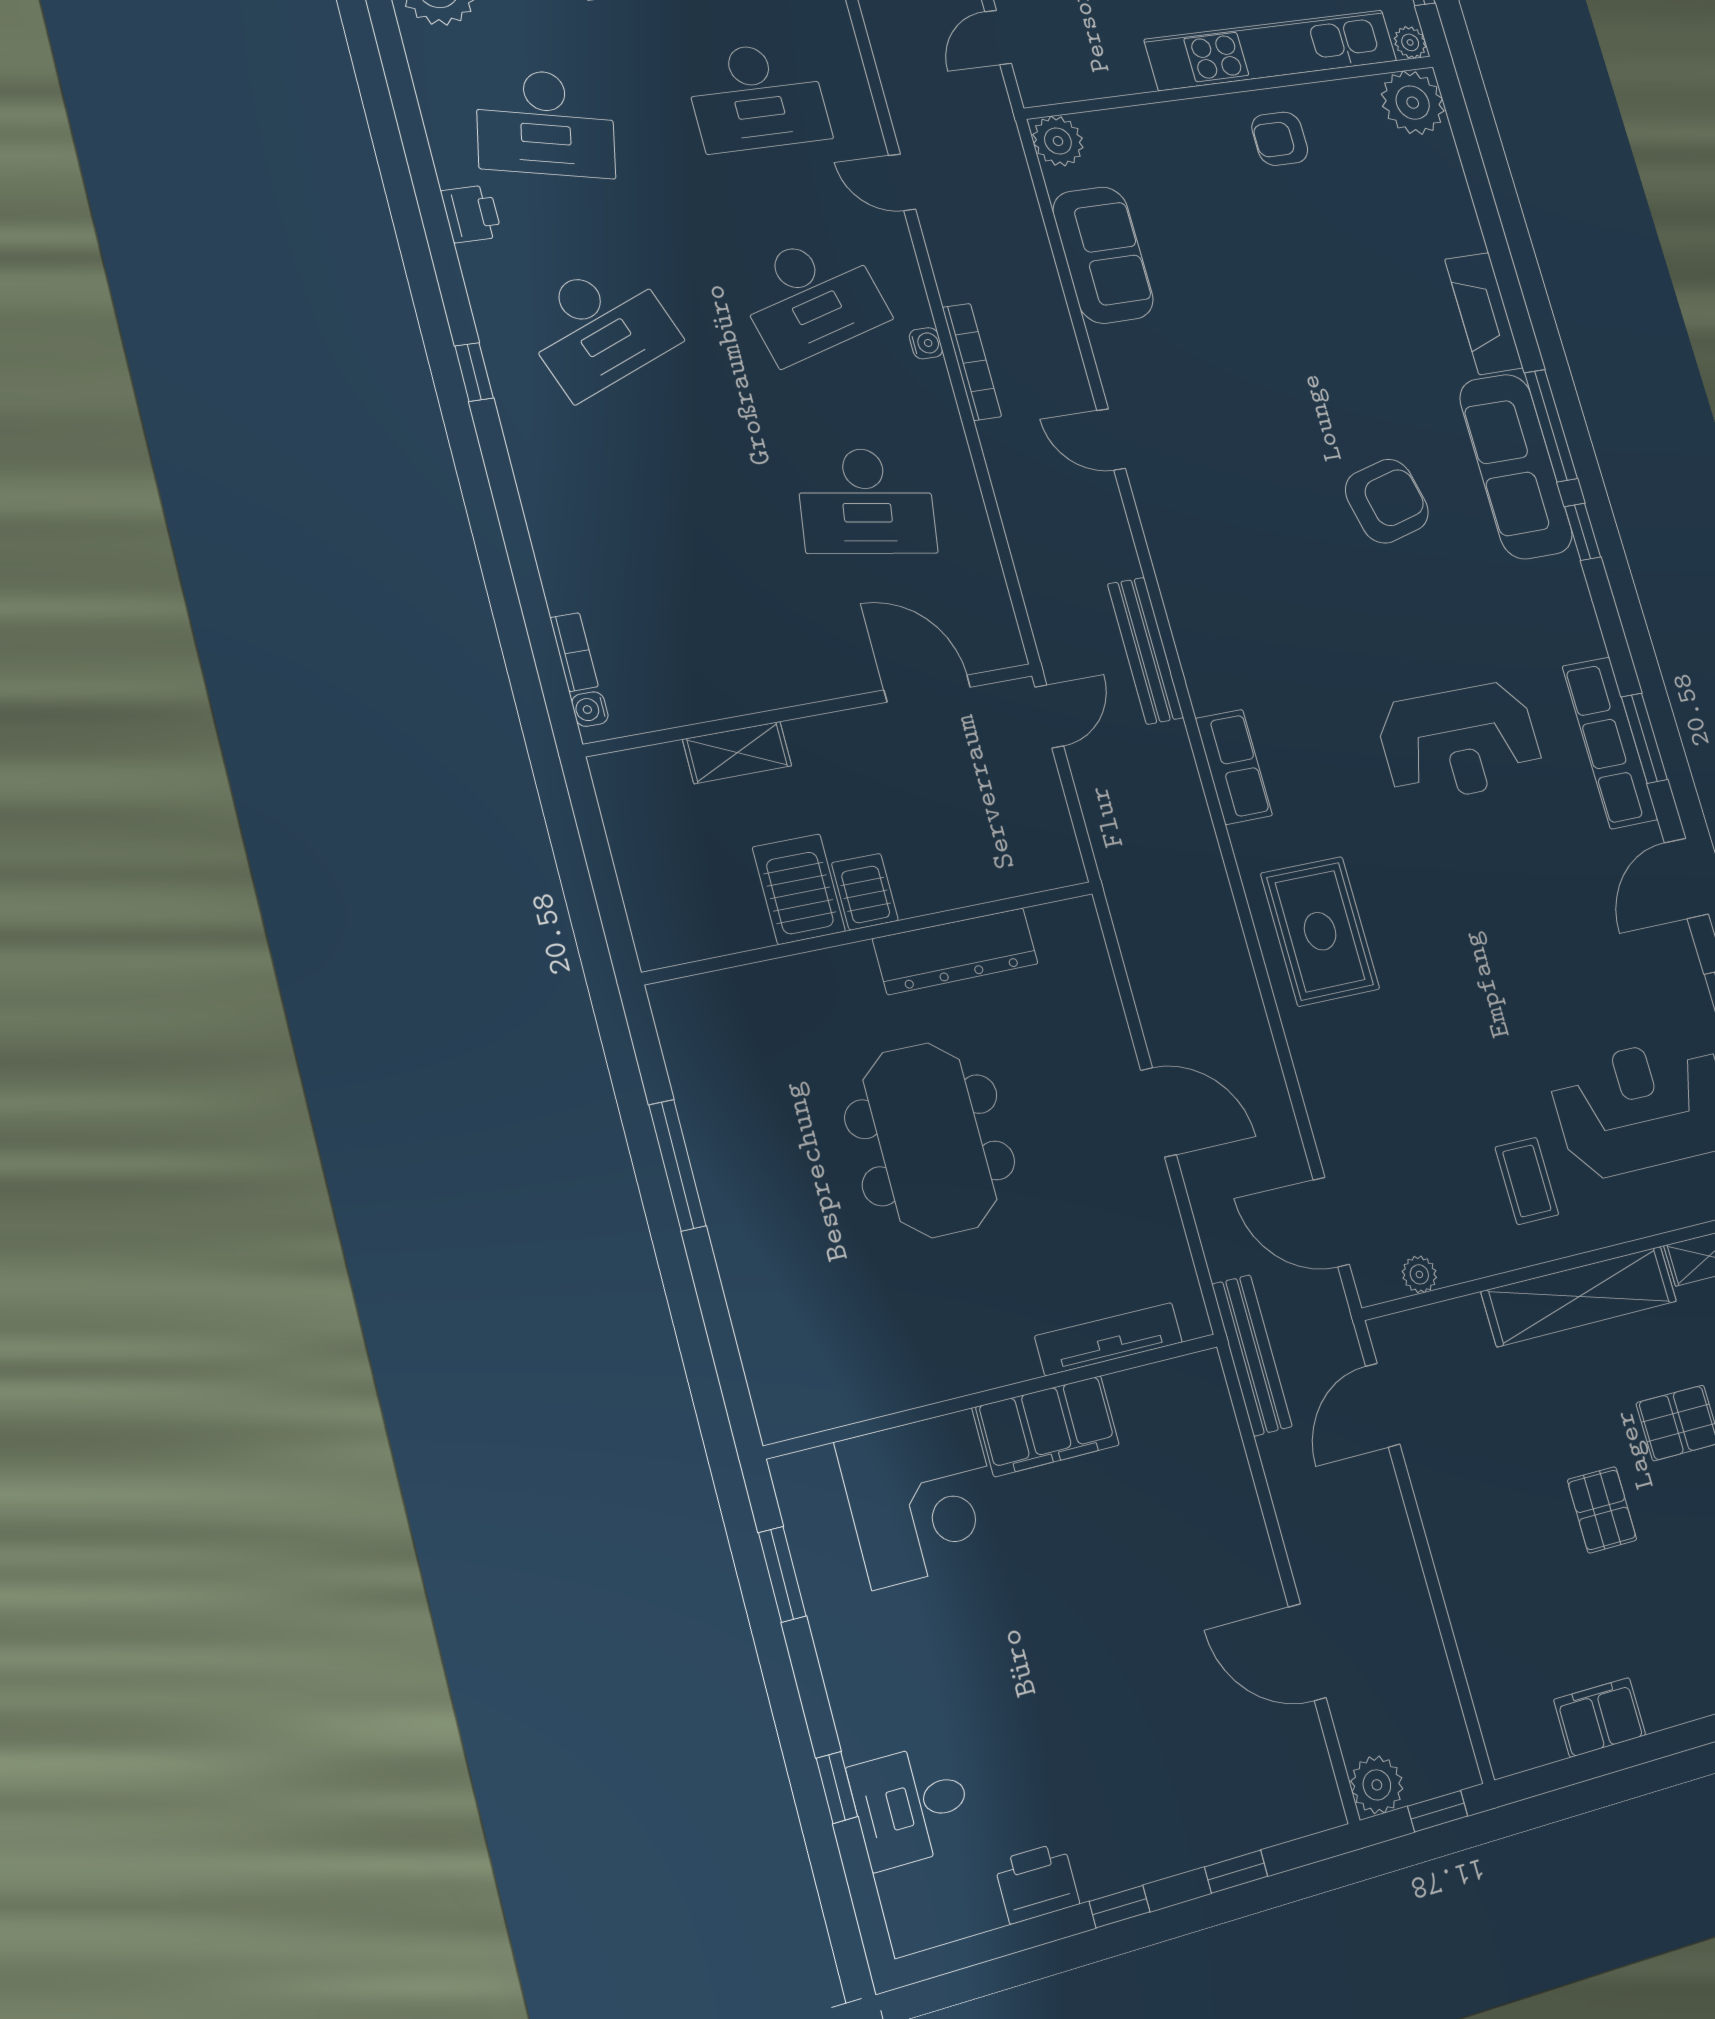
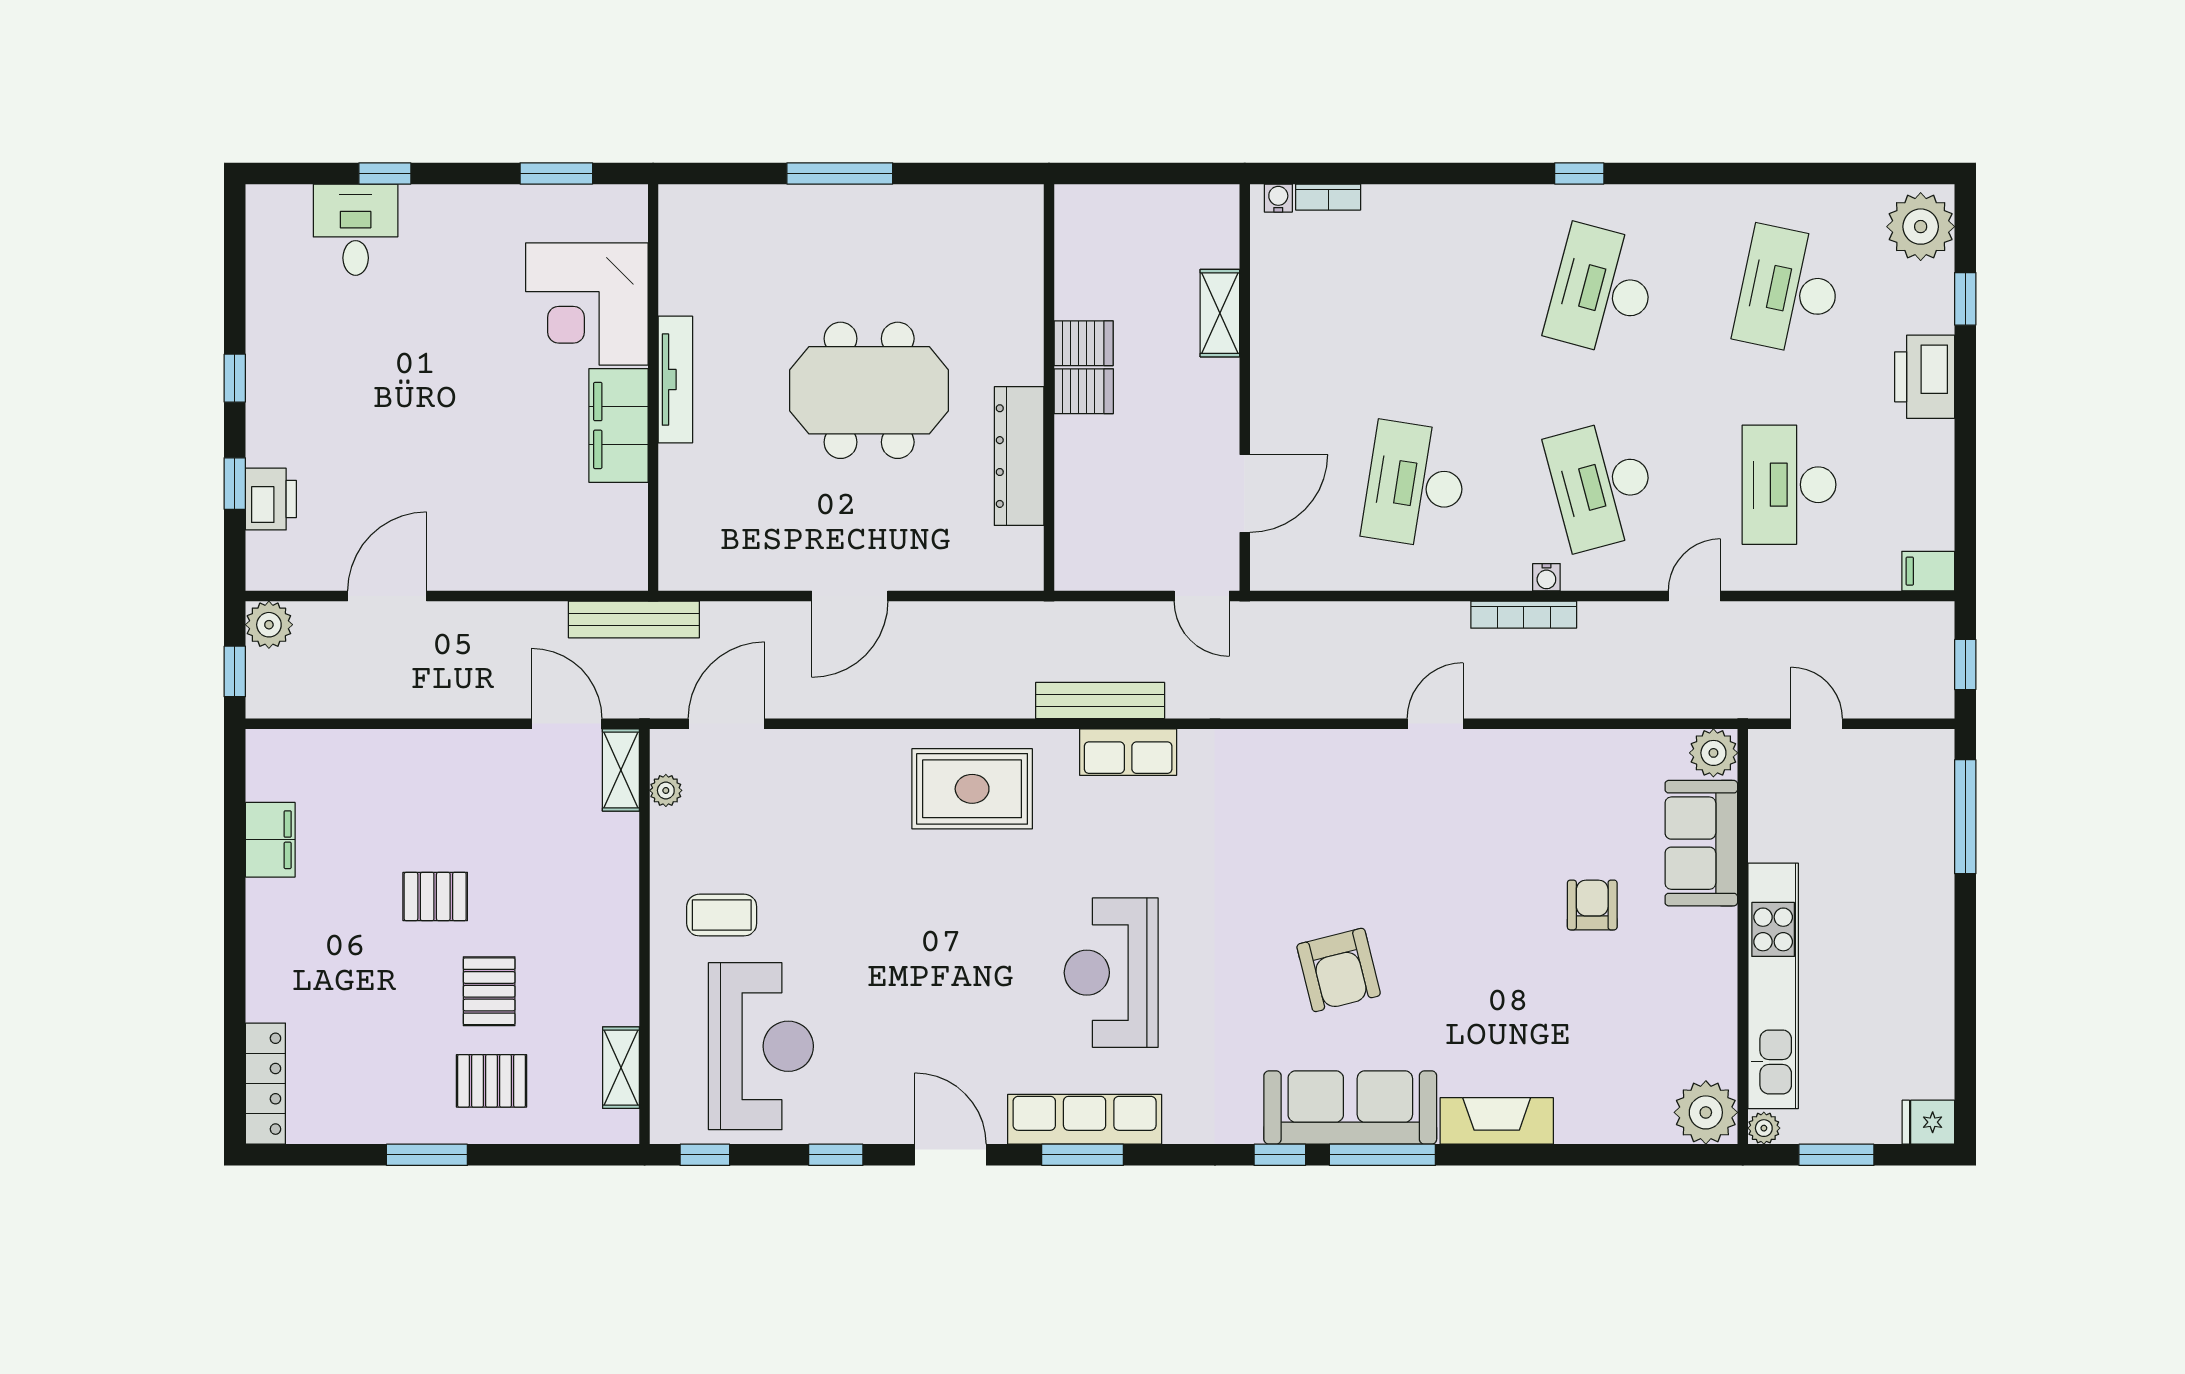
armchair: (1280, 139) -> (1592, 905), moved
printer: (471, 214) -> (1717, 206), removed
sofa: (1103, 255) -> (1701, 843), moved, turned 90
desk: (599, 328) -> (1602, 290), turned 36
bench: (1145, 651) -> (1100, 701), moved
server rack: (799, 889) -> (1084, 343), width x0.73, depth x0.70
window: (677, 1165) -> (840, 173), moved
shelving: (1579, 1296) -> (621, 770), moved, width x0.45, depth x0.75
tv unit: (1109, 1339) -> (675, 380), moved
printer: (1037, 1883) -> (271, 499), moved

